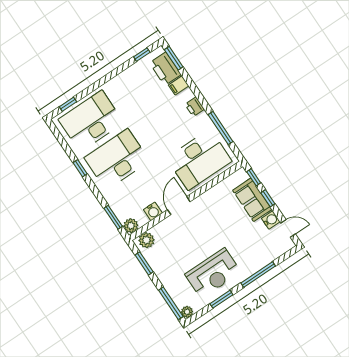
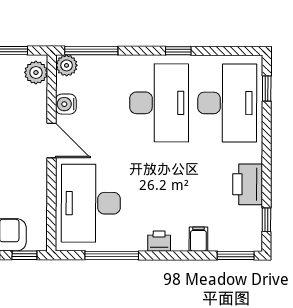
printer: (165, 69) -> (248, 184), moved, turned -90
window: (113, 217) -> (91, 51), width x1.44

